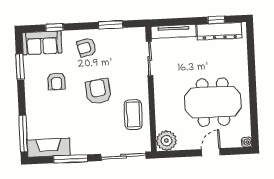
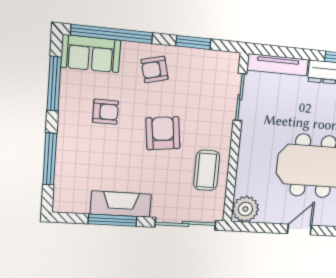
window: (54, 27) -> (112, 34), width x3.17
window: (20, 67) -> (54, 84), width x1.44
armchair: (56, 81) -> (106, 112), turned -90
window: (23, 134) -> (50, 159), moved
fireplace: (49, 148) -> (121, 204), moved

